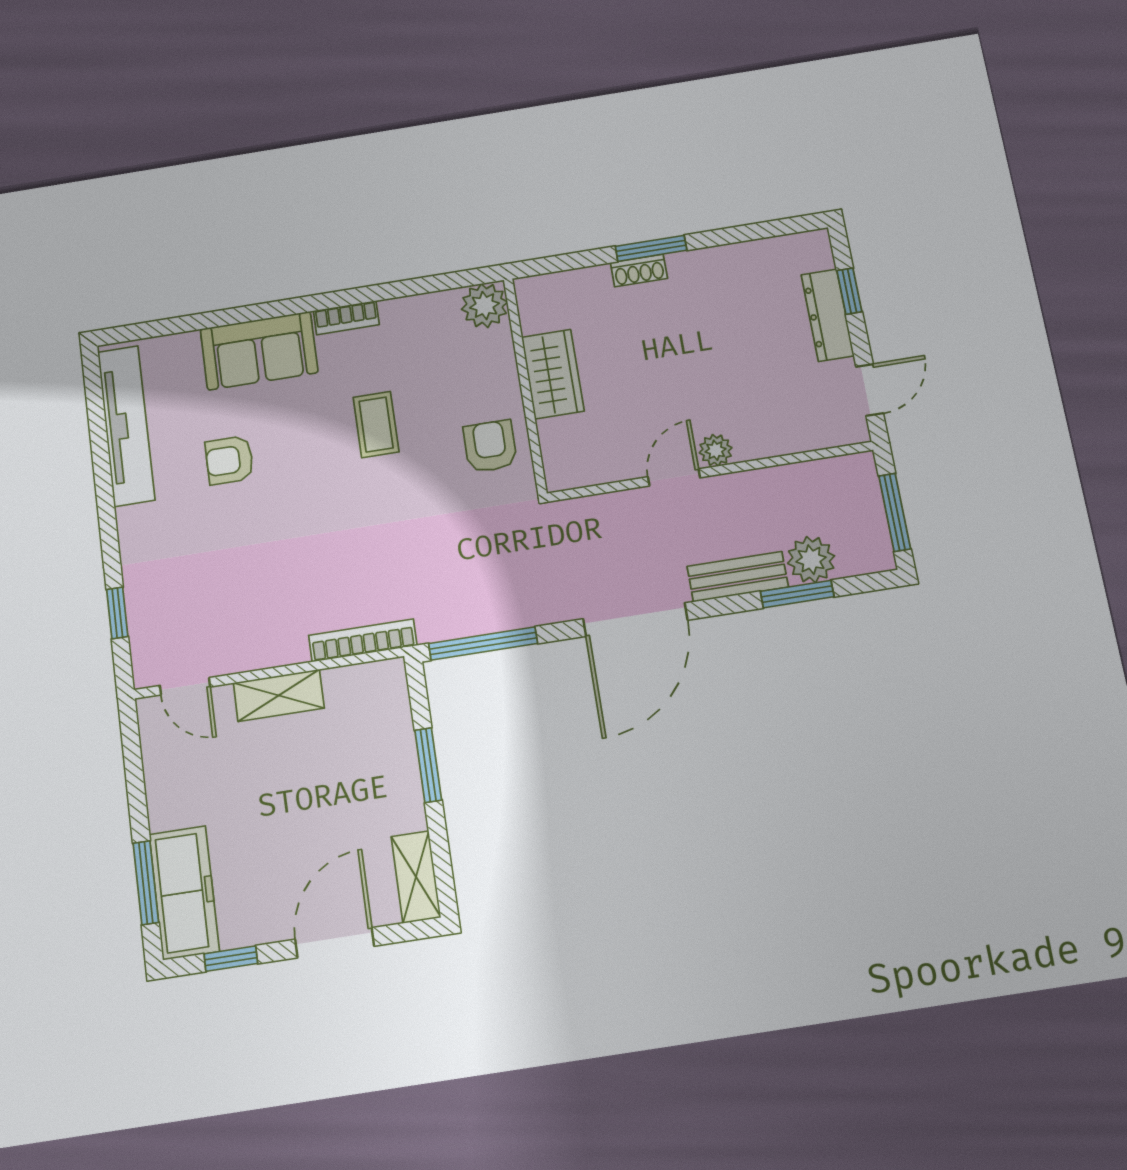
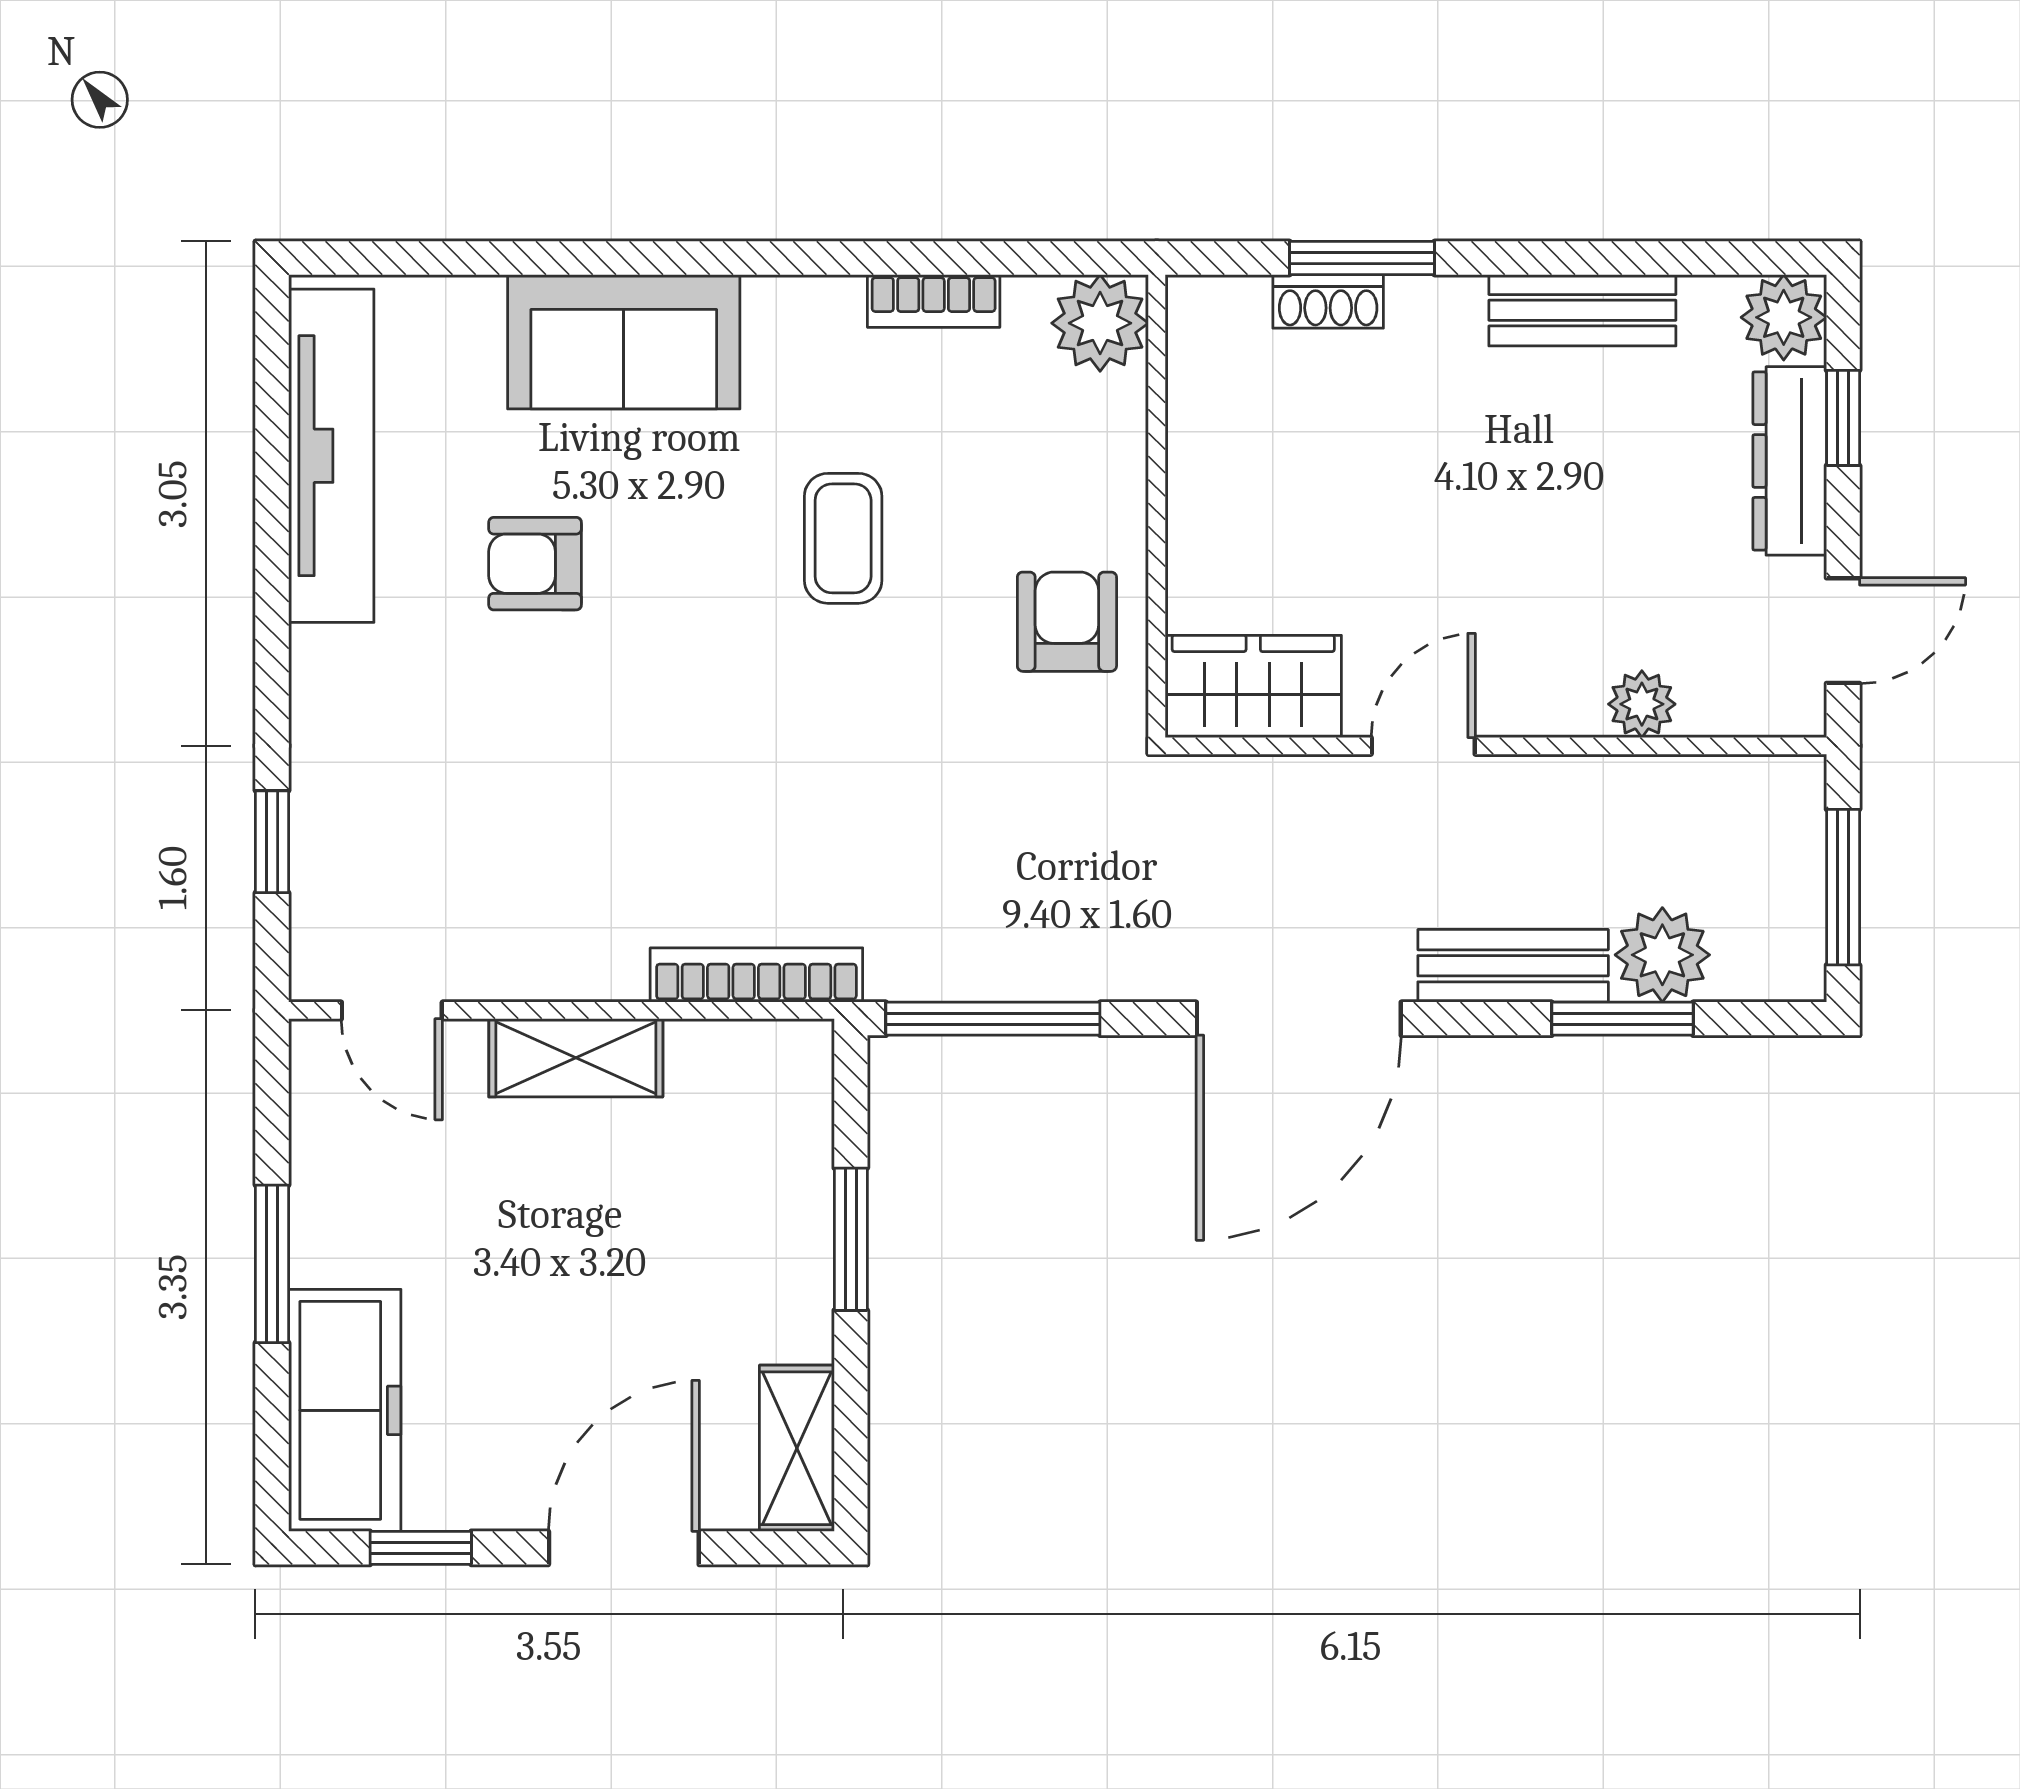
window: (651, 248) -> (1362, 258), moved
plant: (812, 250) -> (1784, 317), added
bench: (714, 262) -> (1582, 310), added
shoe rack: (639, 270) -> (1328, 301), moved
bookcase: (346, 318) -> (934, 301), moved
wardrobe: (553, 374) -> (1253, 686), moved, turned -90
plant: (716, 450) -> (1642, 704), moved
window: (146, 883) -> (272, 1264), moved

